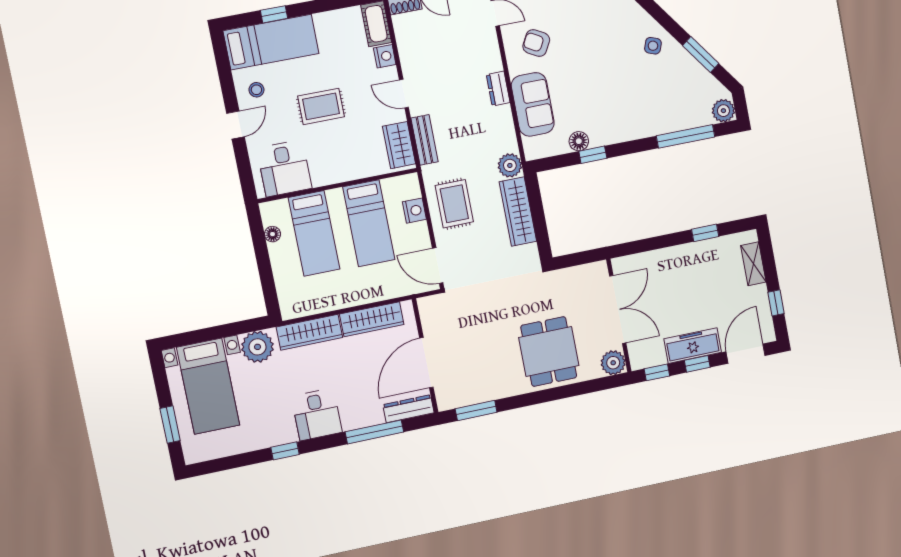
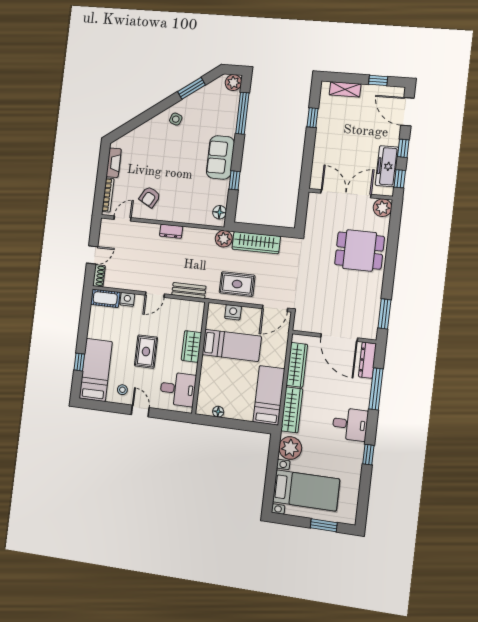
sofa: (533, 104) -> (220, 157), moved, turned -90
floor lamp: (579, 141) -> (220, 212), moved
wardrobe: (399, 145) -> (191, 346), moved, turned 90
bed: (314, 233) -> (269, 395), moved, turned -90
freezer: (693, 346) -> (387, 166), moved

